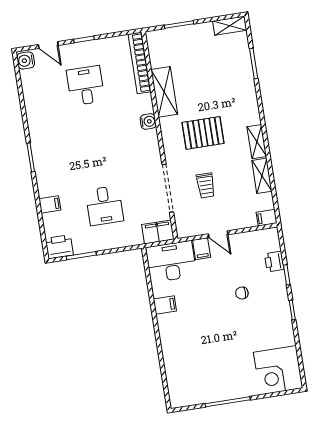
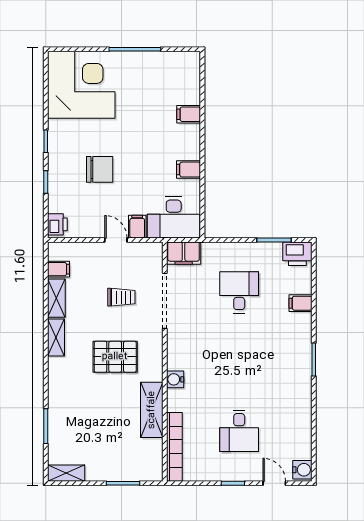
trolley: (206, 185) -> (121, 297), turned 90
filing cabinet: (267, 218) -> (59, 269), moved
printer: (274, 262) -> (57, 224), moved
chair: (242, 293) -> (100, 169), width x1.87, depth x1.87
filing cabinet: (172, 353) -> (189, 114), added
corner desk: (278, 370) -> (81, 85), width x1.36, depth x1.36

